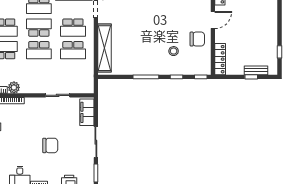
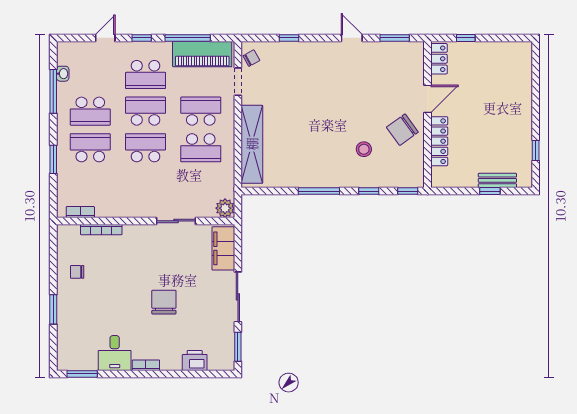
school desk: (73, 28) -> (201, 111), turned 180
chair: (197, 39) -> (402, 130), turned 144
school desk: (39, 50) -> (146, 148), turned 180
locker: (220, 59) -> (439, 141), moved
plant: (14, 87) -> (225, 208), moved
chair: (50, 145) -> (164, 302), turned -90

